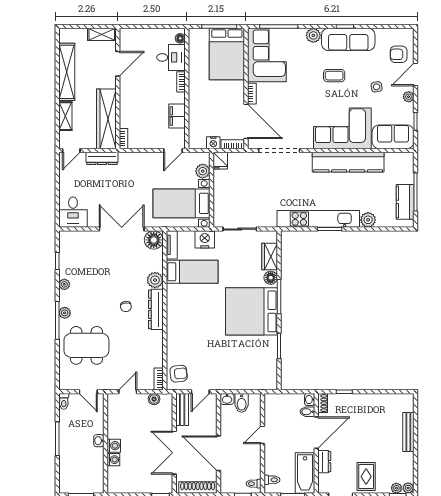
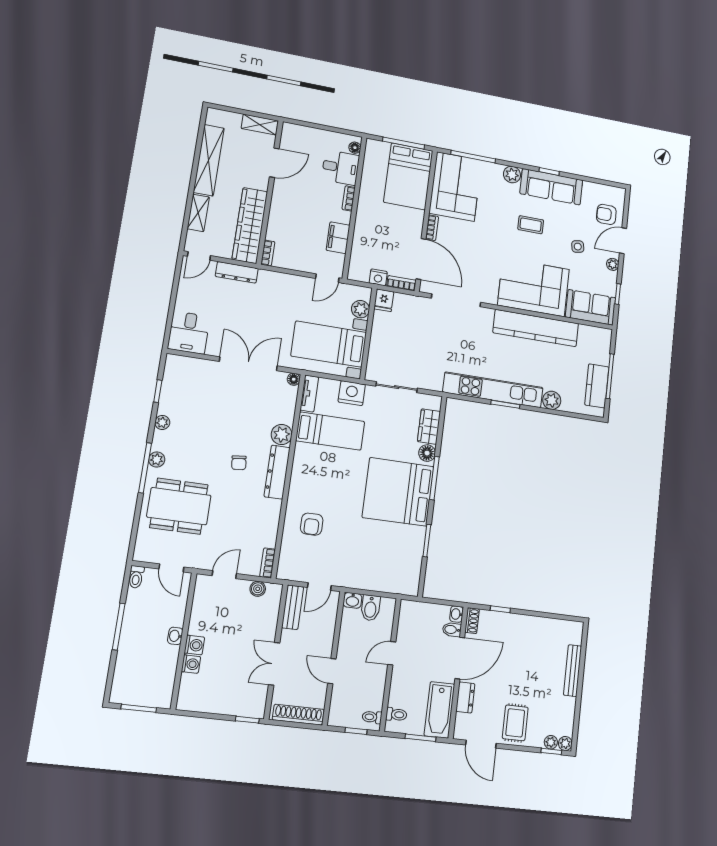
floor lamp: (154, 240) -> (294, 379), width x0.53, depth x0.53
armchair: (179, 374) -> (312, 524), moved, turned 96
double door: (174, 453) -> (274, 664), width x0.73
door: (218, 453) -> (332, 671), width x0.53

